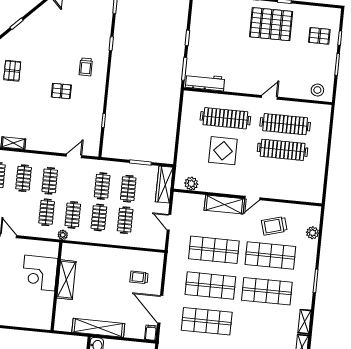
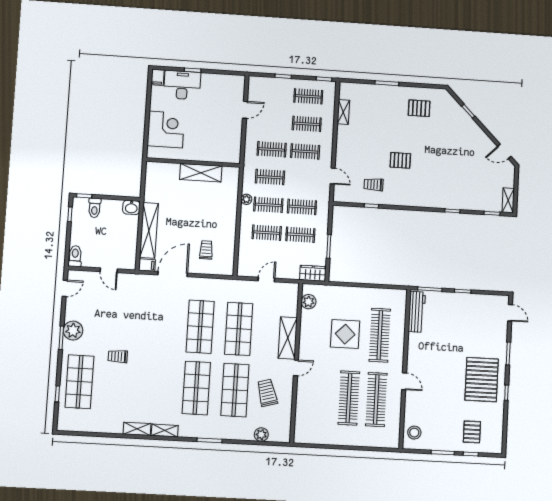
trolley: (86, 67) -> (374, 185), moved
pallet: (61, 91) -> (400, 160), turned 90
wardrobe: (164, 185) -> (313, 273), width x0.67
door: (252, 198) -> (296, 368), swing flipped
plant: (63, 235) -> (246, 199), moved
corner desk: (40, 273) -> (166, 129), moved, turned 90
shop shelf: (207, 321) -> (161, 324), removed
shelving: (98, 328) -> (149, 230), moved

